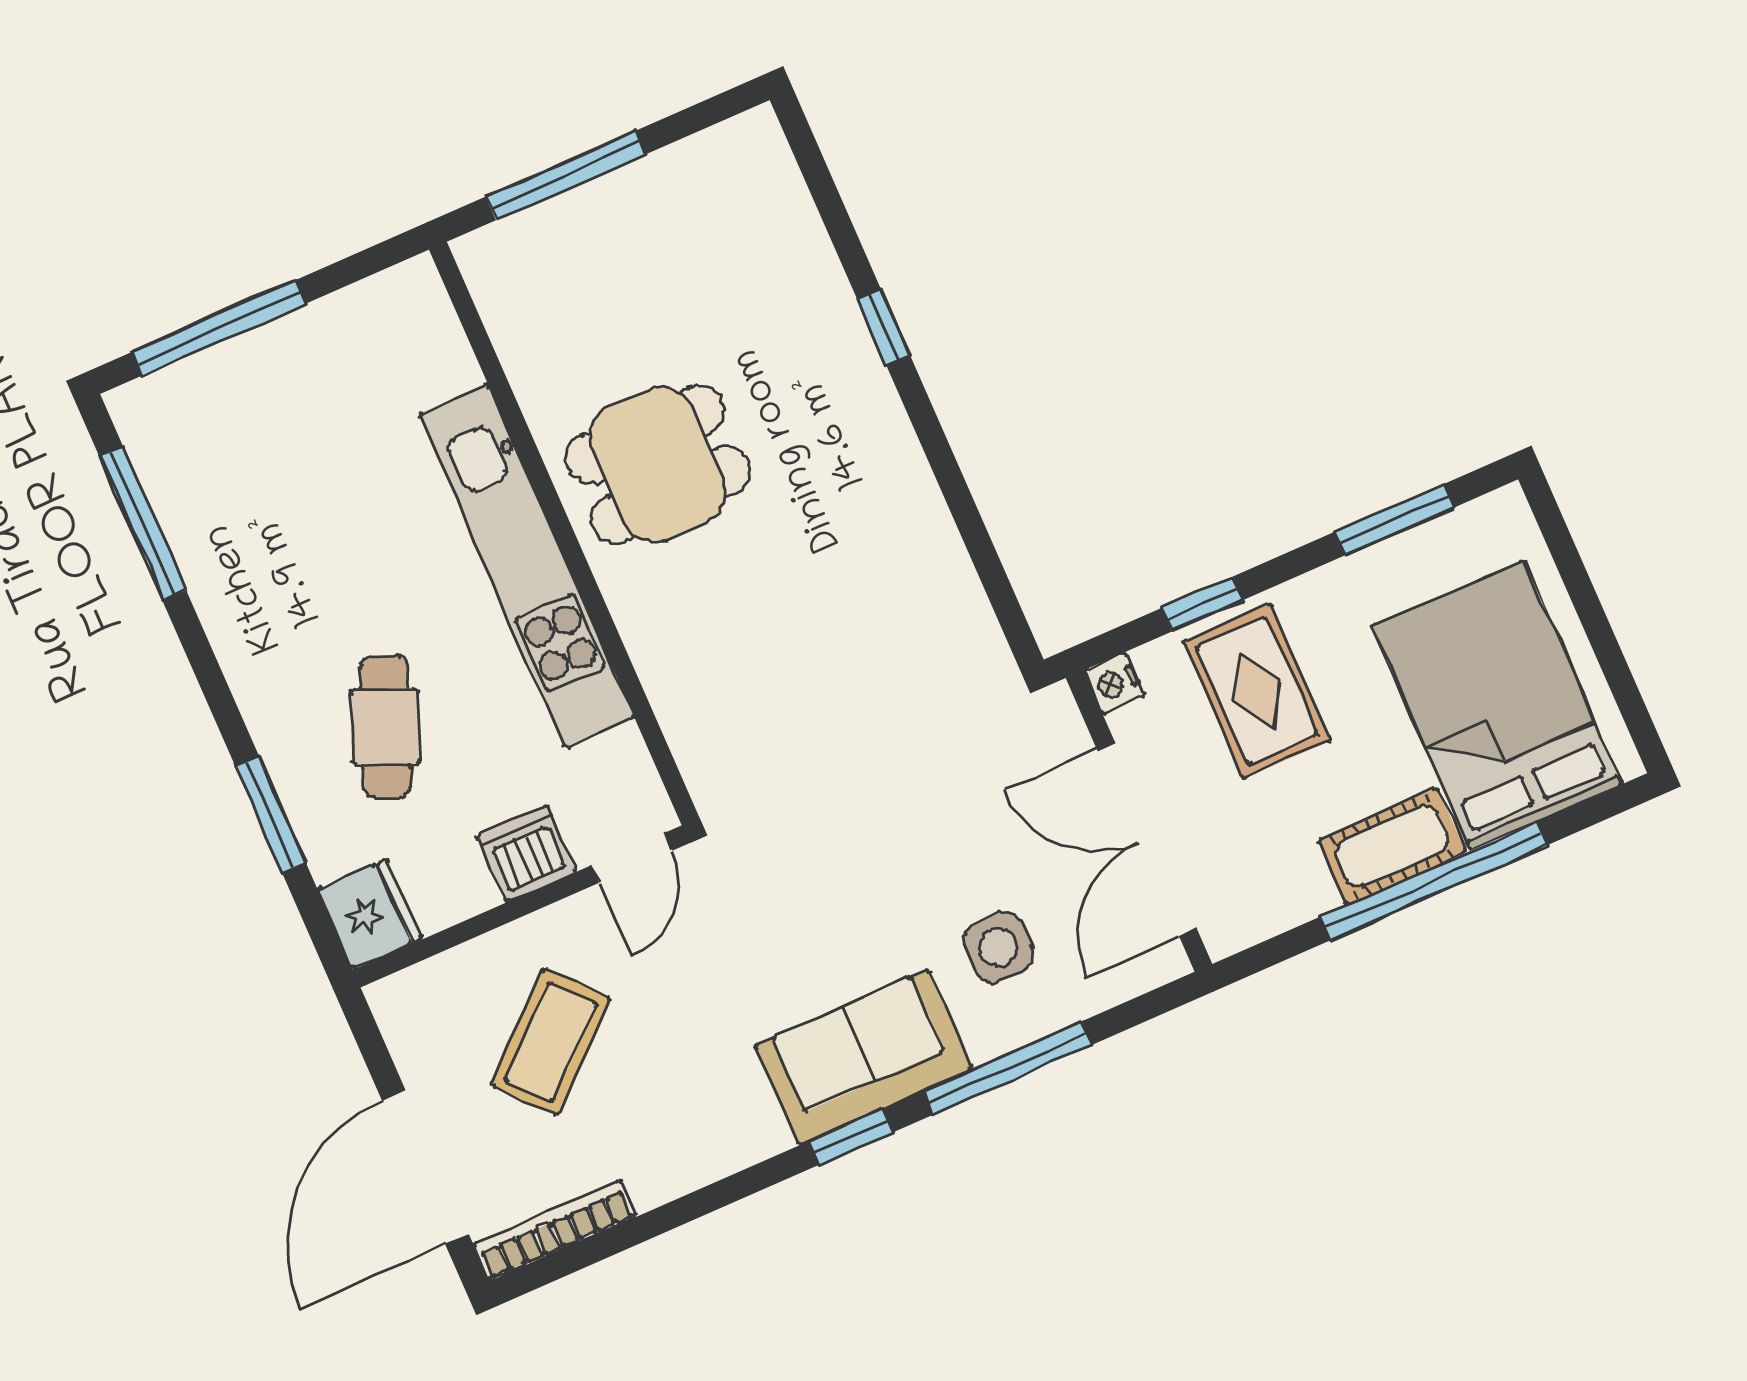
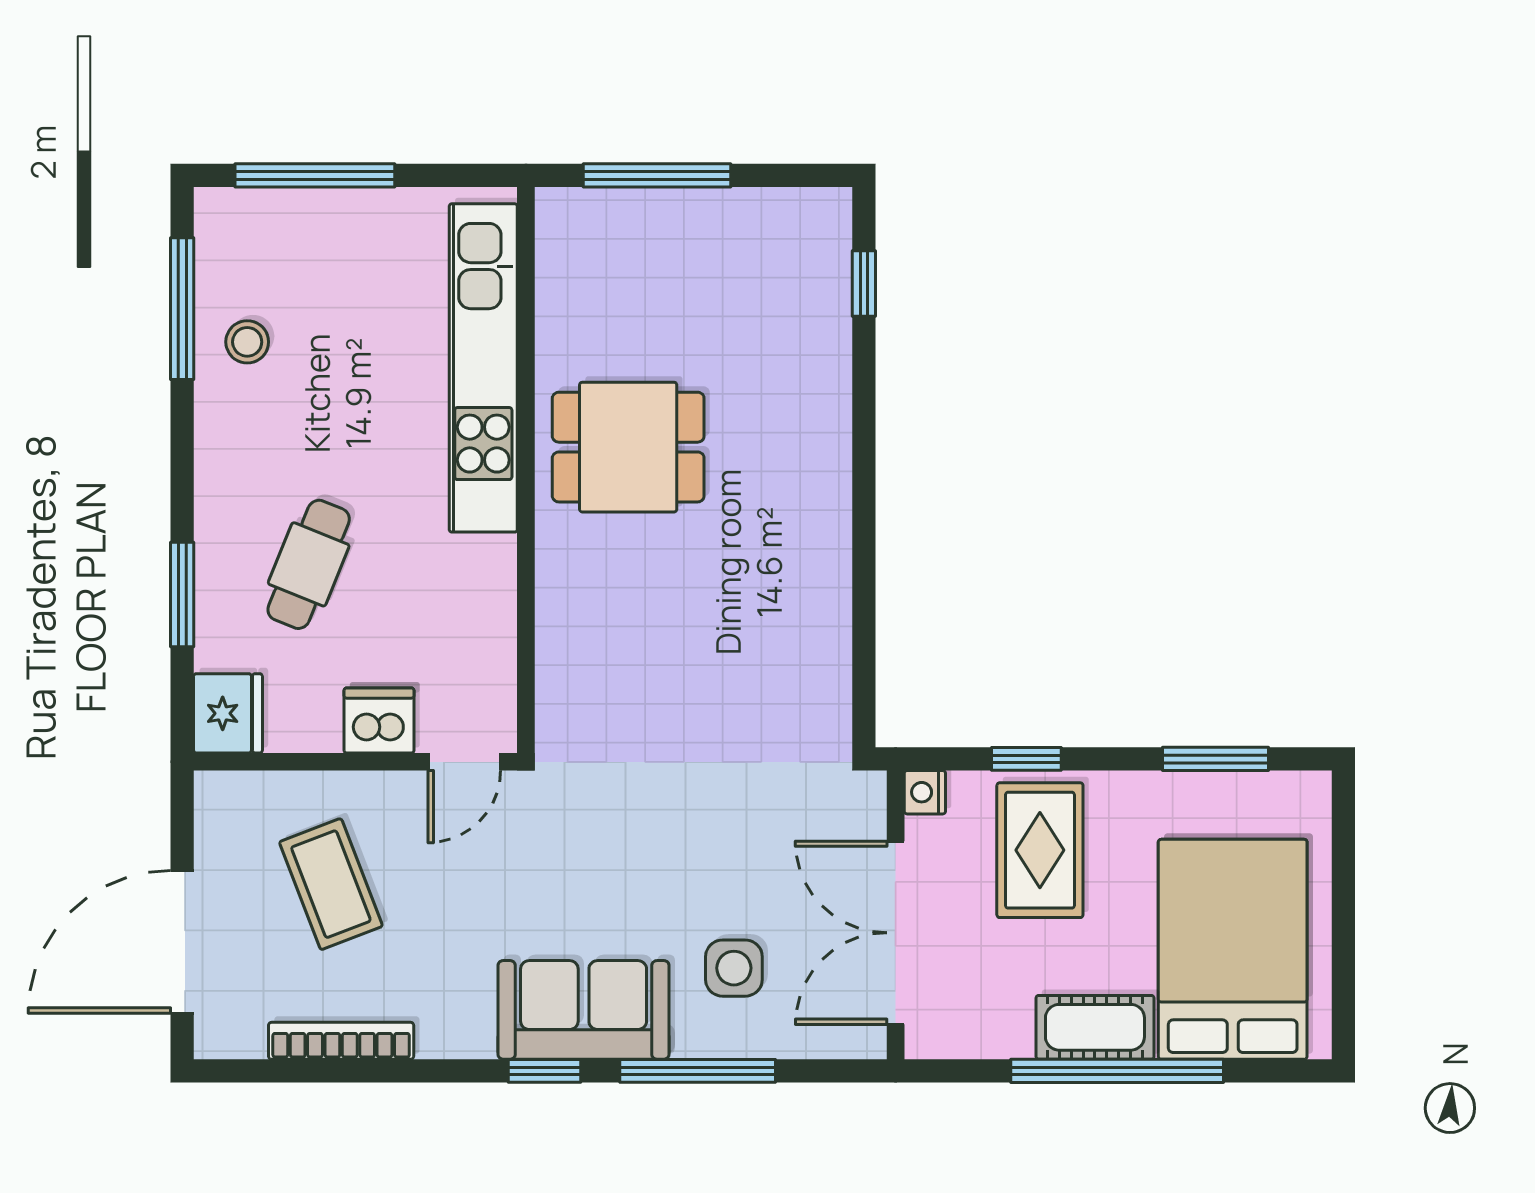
window: (884, 327) -> (864, 284), moved
stool: (223, 528) -> (247, 342), added
kitchen unit: (527, 566) -> (483, 368), moved
coffee table: (551, 1042) -> (331, 884), turned -69
bookcase: (555, 1230) -> (341, 1041), moved

